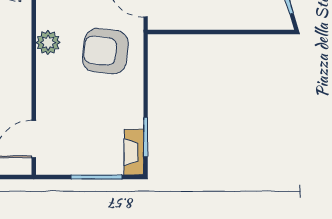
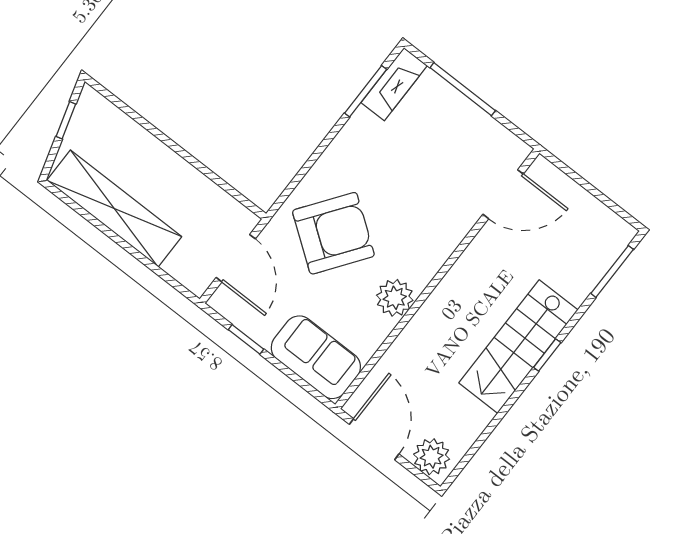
armchair: (105, 51) -> (333, 233), turned -60

